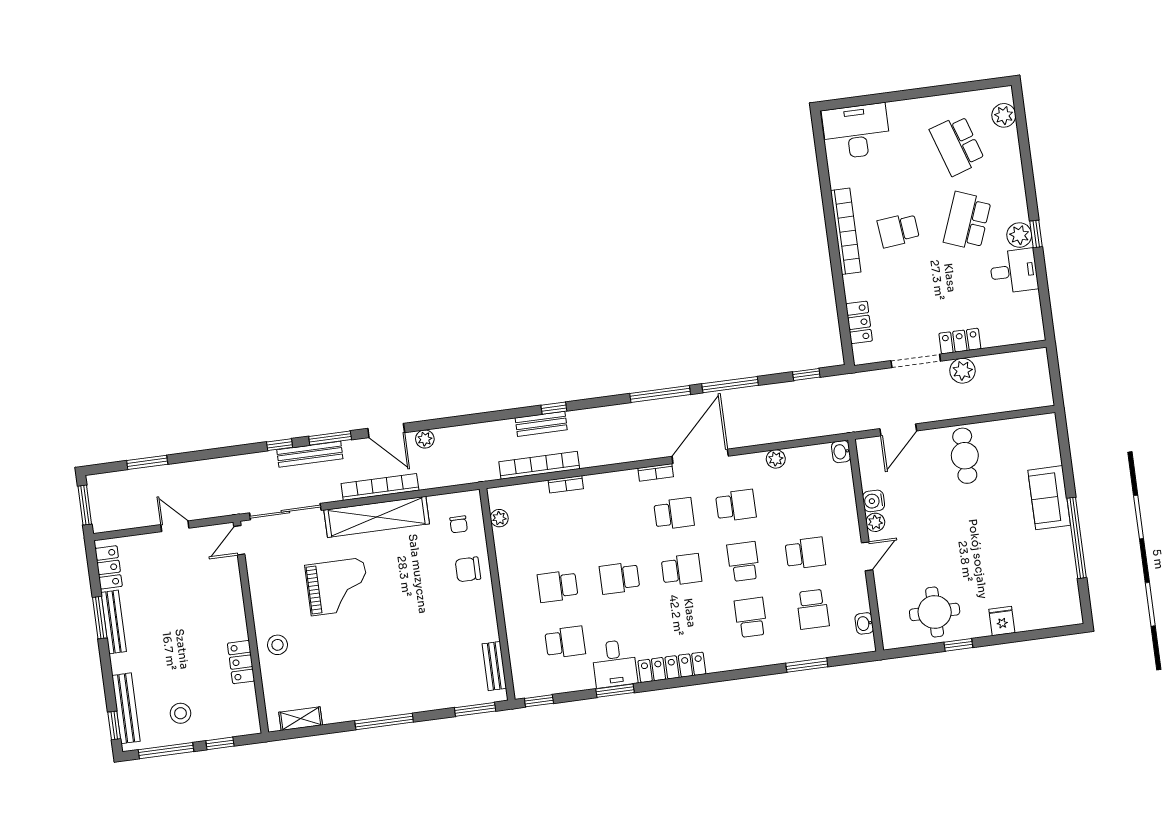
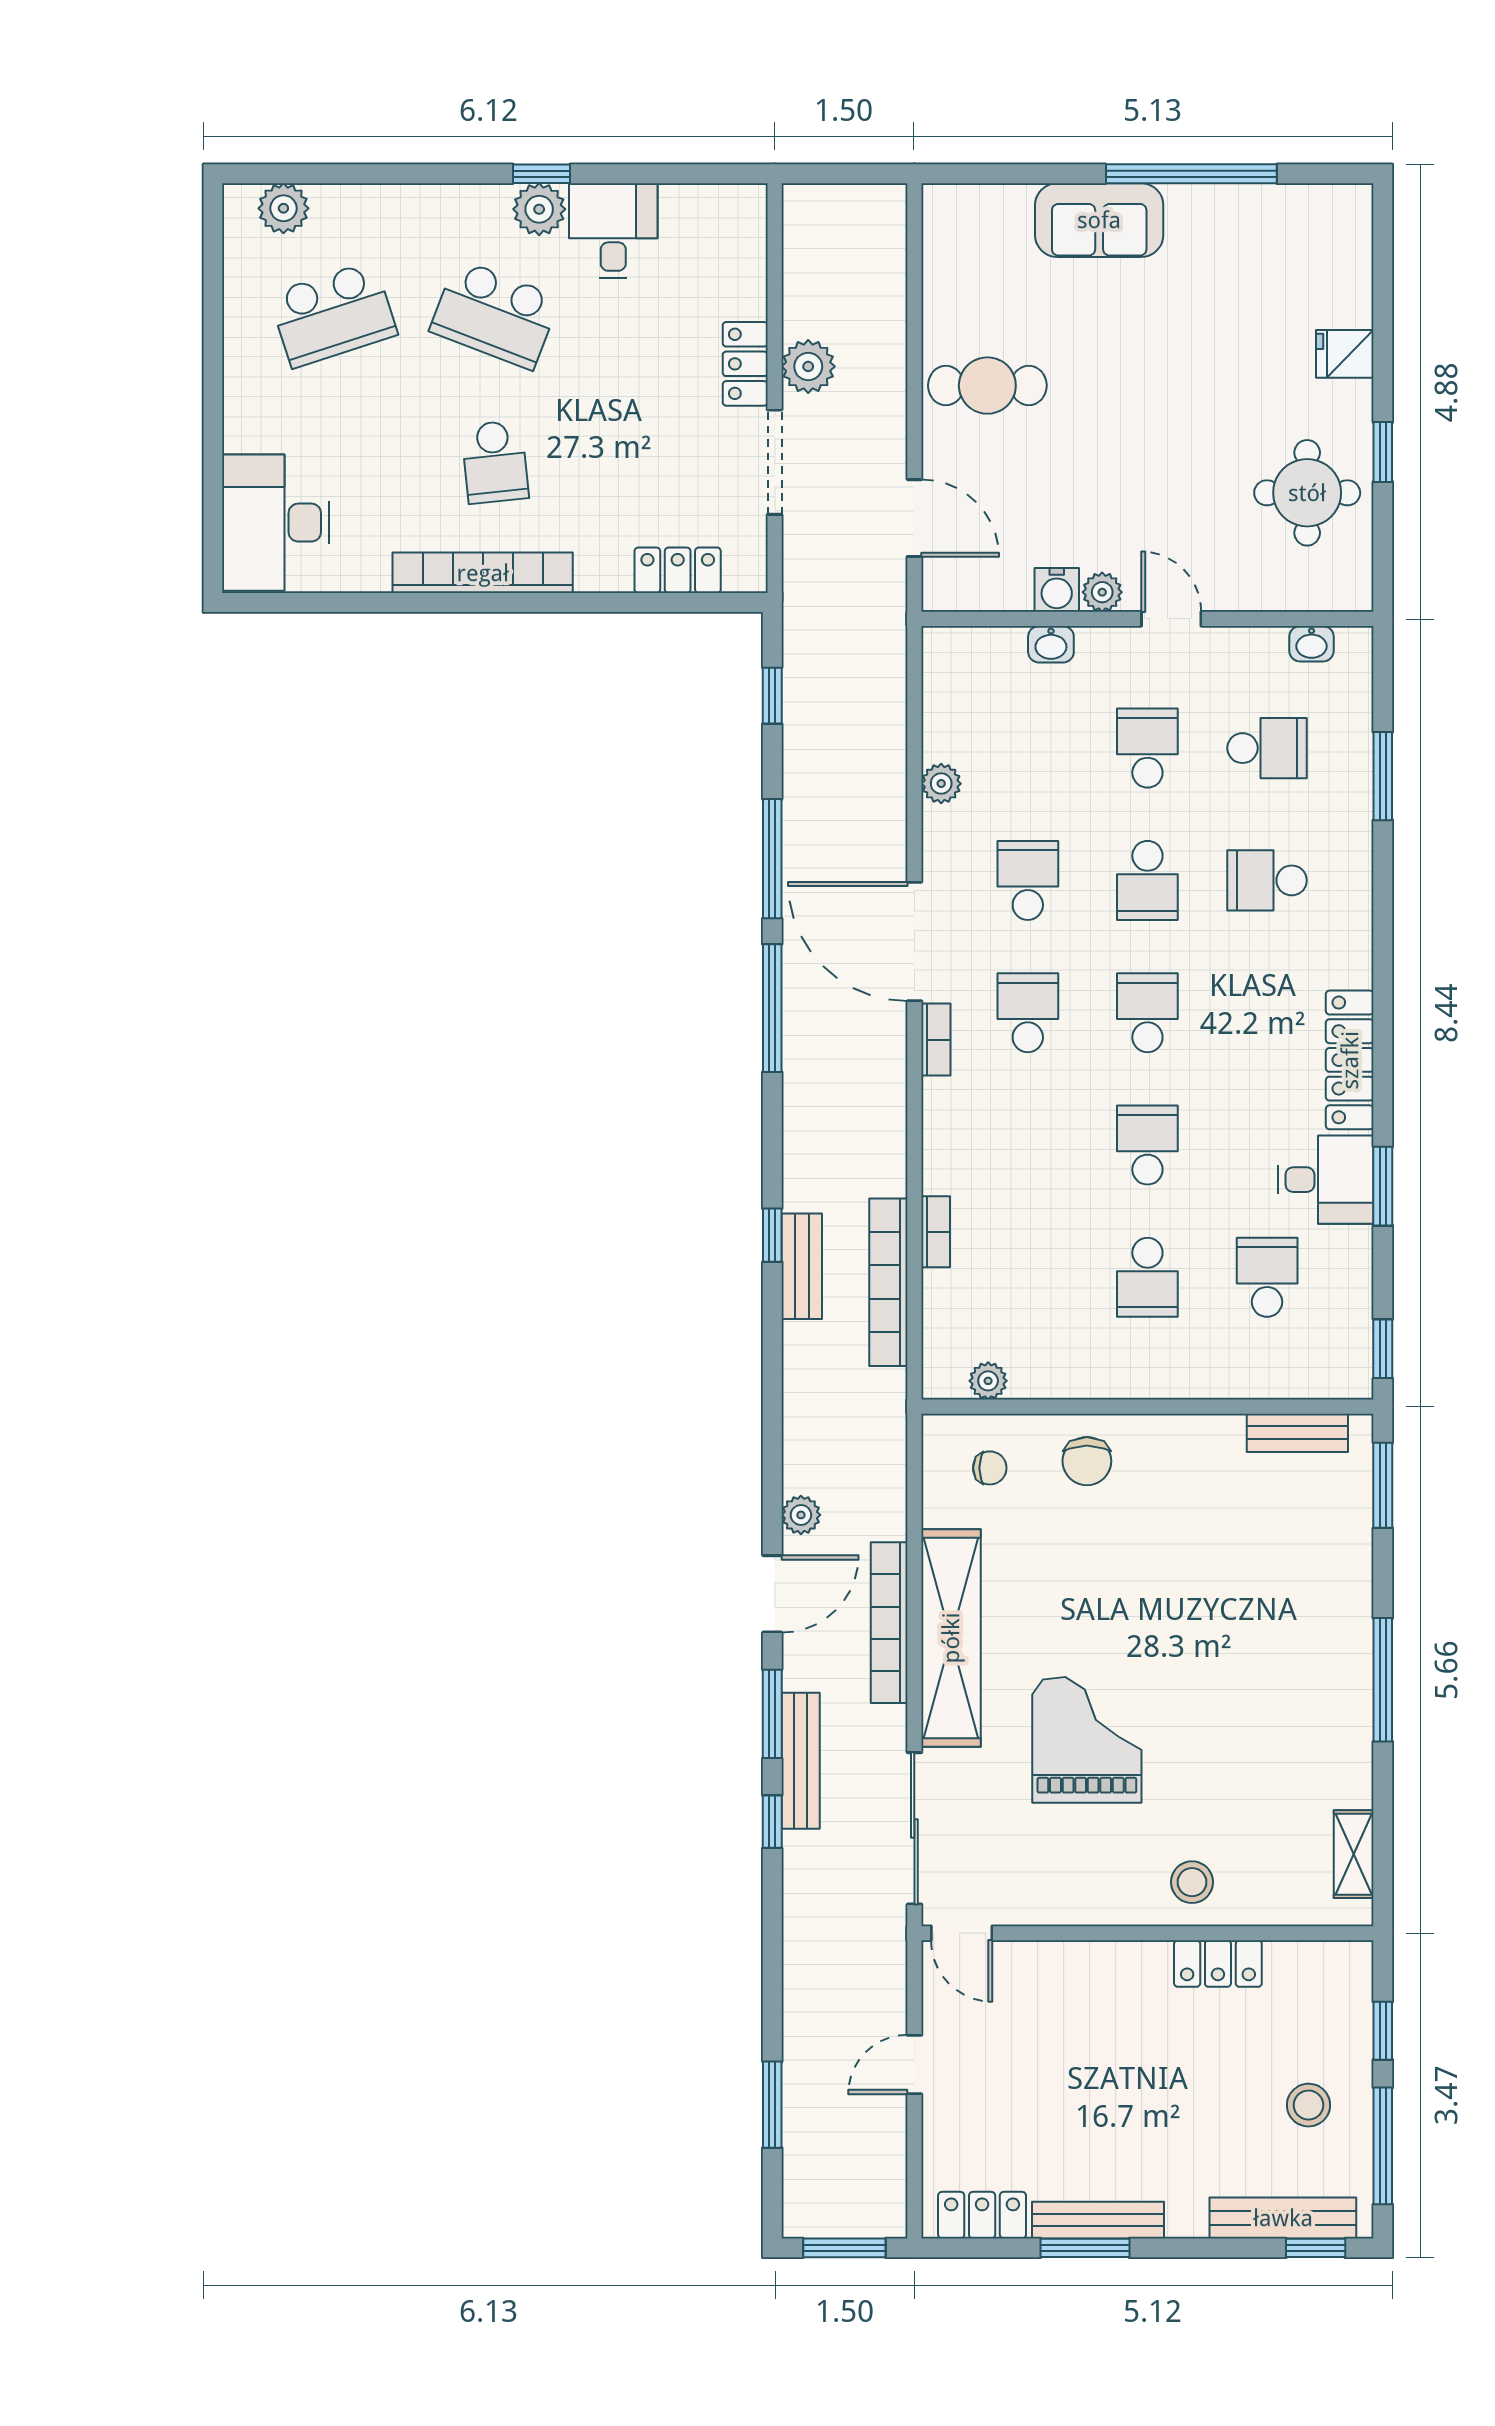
washbasin: (841, 452) -> (1051, 644), moved
school desk: (743, 561) -> (1147, 880), turned -90
school desk: (620, 578) -> (1147, 1145), turned 180

